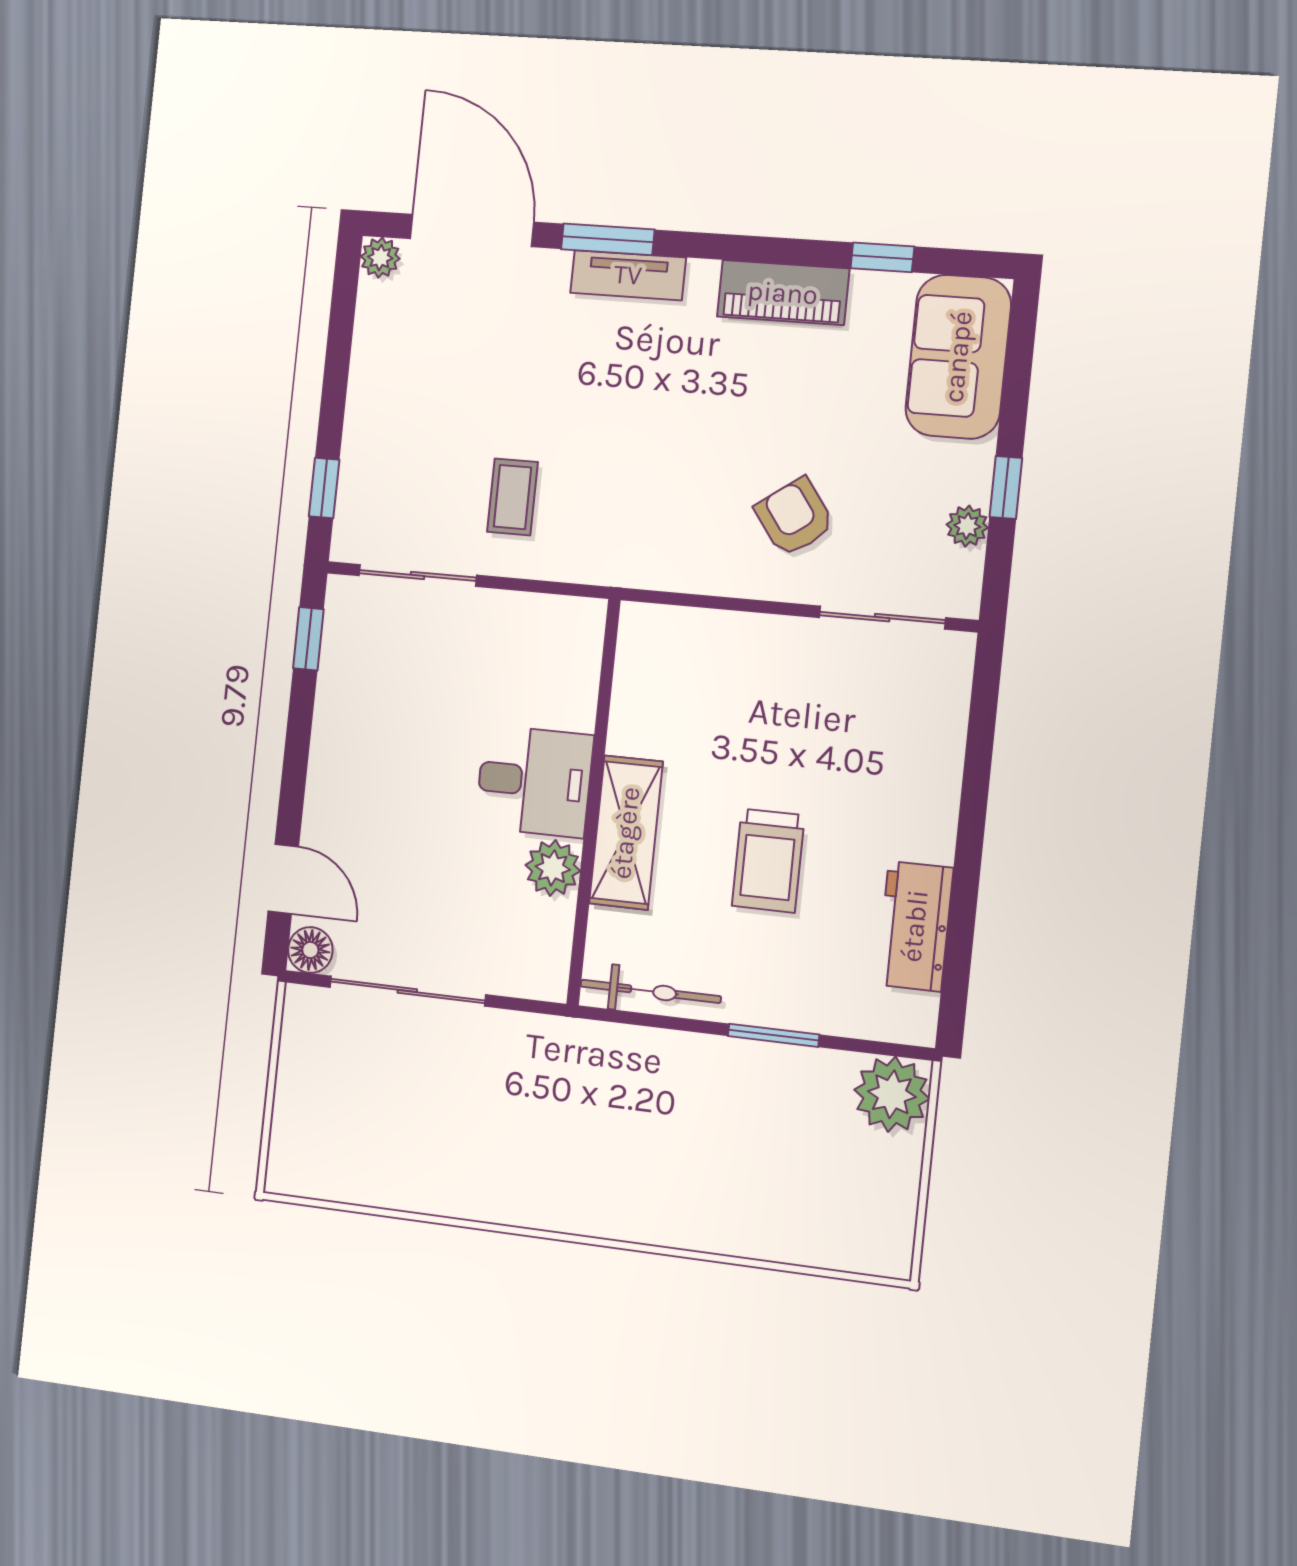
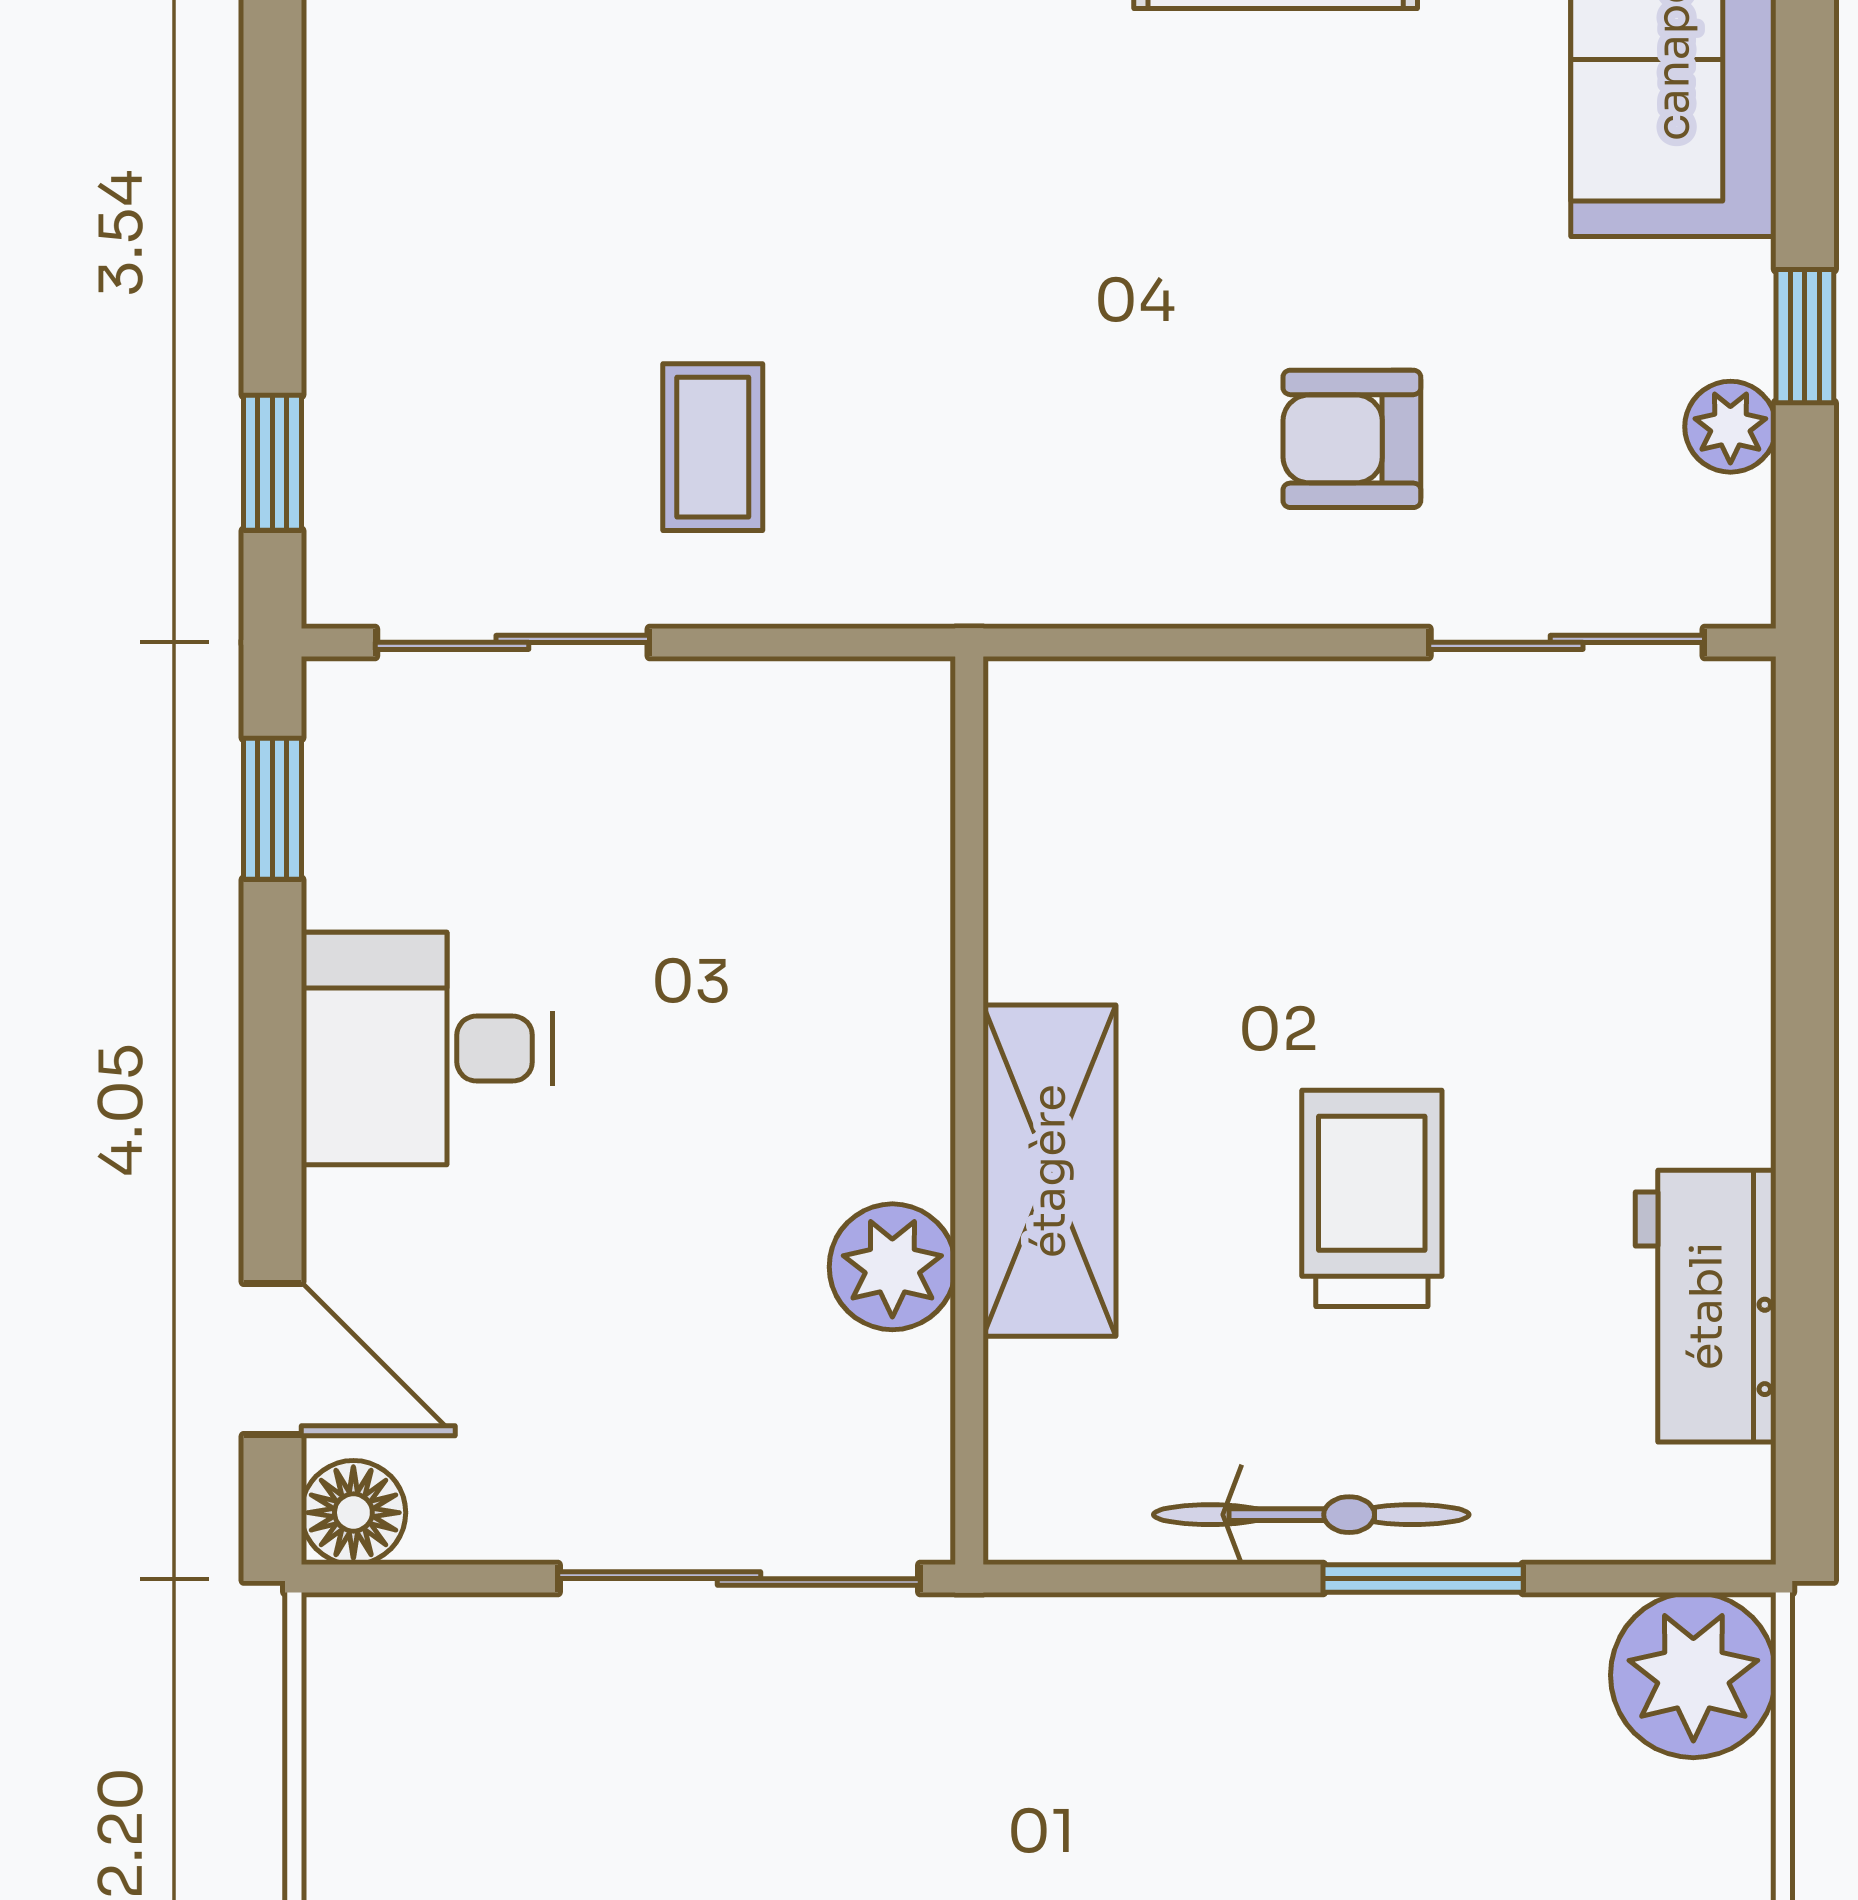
armchair: (794, 517) -> (1352, 439), turned -54
desk: (534, 781) -> (427, 1049), moved, turned 180
trolley: (768, 861) -> (1372, 1198), turned 180
sliding door: (407, 991) -> (739, 1579), moved
bicycle: (651, 991) -> (1311, 1515), moved

